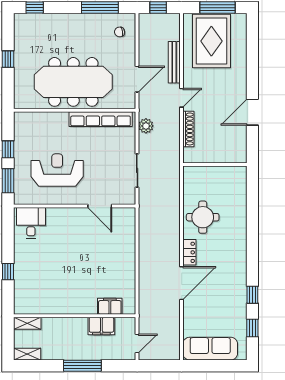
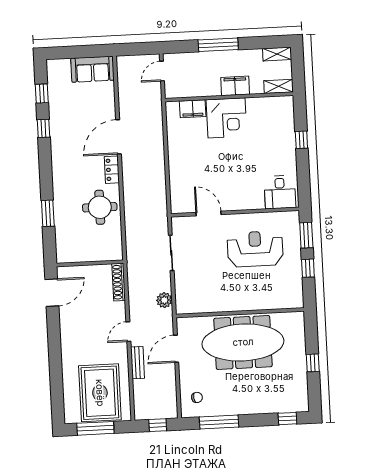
bench: (174, 62) -> (138, 363), width x0.73
door: (252, 112) -> (52, 293), moved
row of seats: (101, 119) -> (212, 305), removed
shoe rack: (188, 129) -> (119, 282), moved
reception desk: (57, 170) -> (255, 249), turned 180
window: (252, 214) -> (48, 213), added
corner desk: (78, 296) -> (226, 118), added
filing cabinet: (101, 326) -> (235, 86), moved
sofa: (210, 349) -> (93, 69), width x0.73

